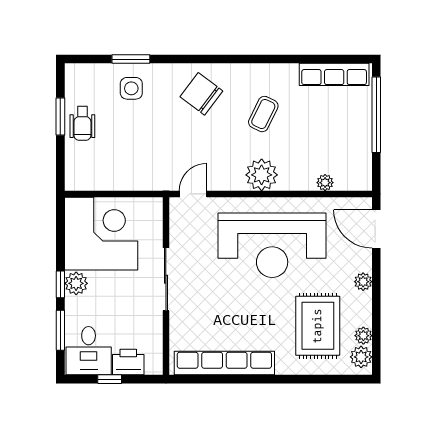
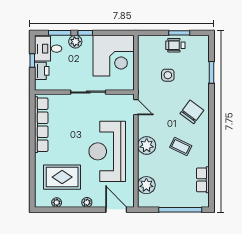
row of seats: (334, 74) -> (203, 180), width x0.68
side table: (131, 88) -> (168, 75), moved
plant: (325, 183) -> (146, 185), width x1.88, depth x1.88
door: (376, 229) -> (116, 210), hinge flipped
plant: (76, 283) -> (75, 42), moved
plant: (361, 357) -> (45, 201), removed

